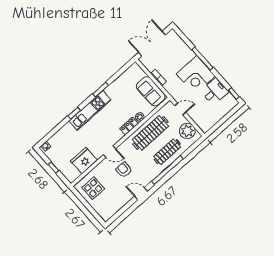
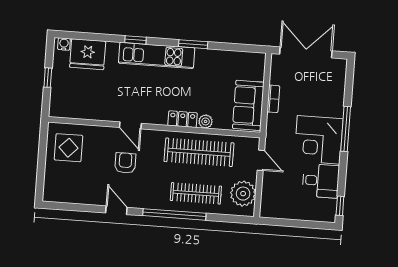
fridge: (84, 161) -> (88, 54), moved, turned 180

